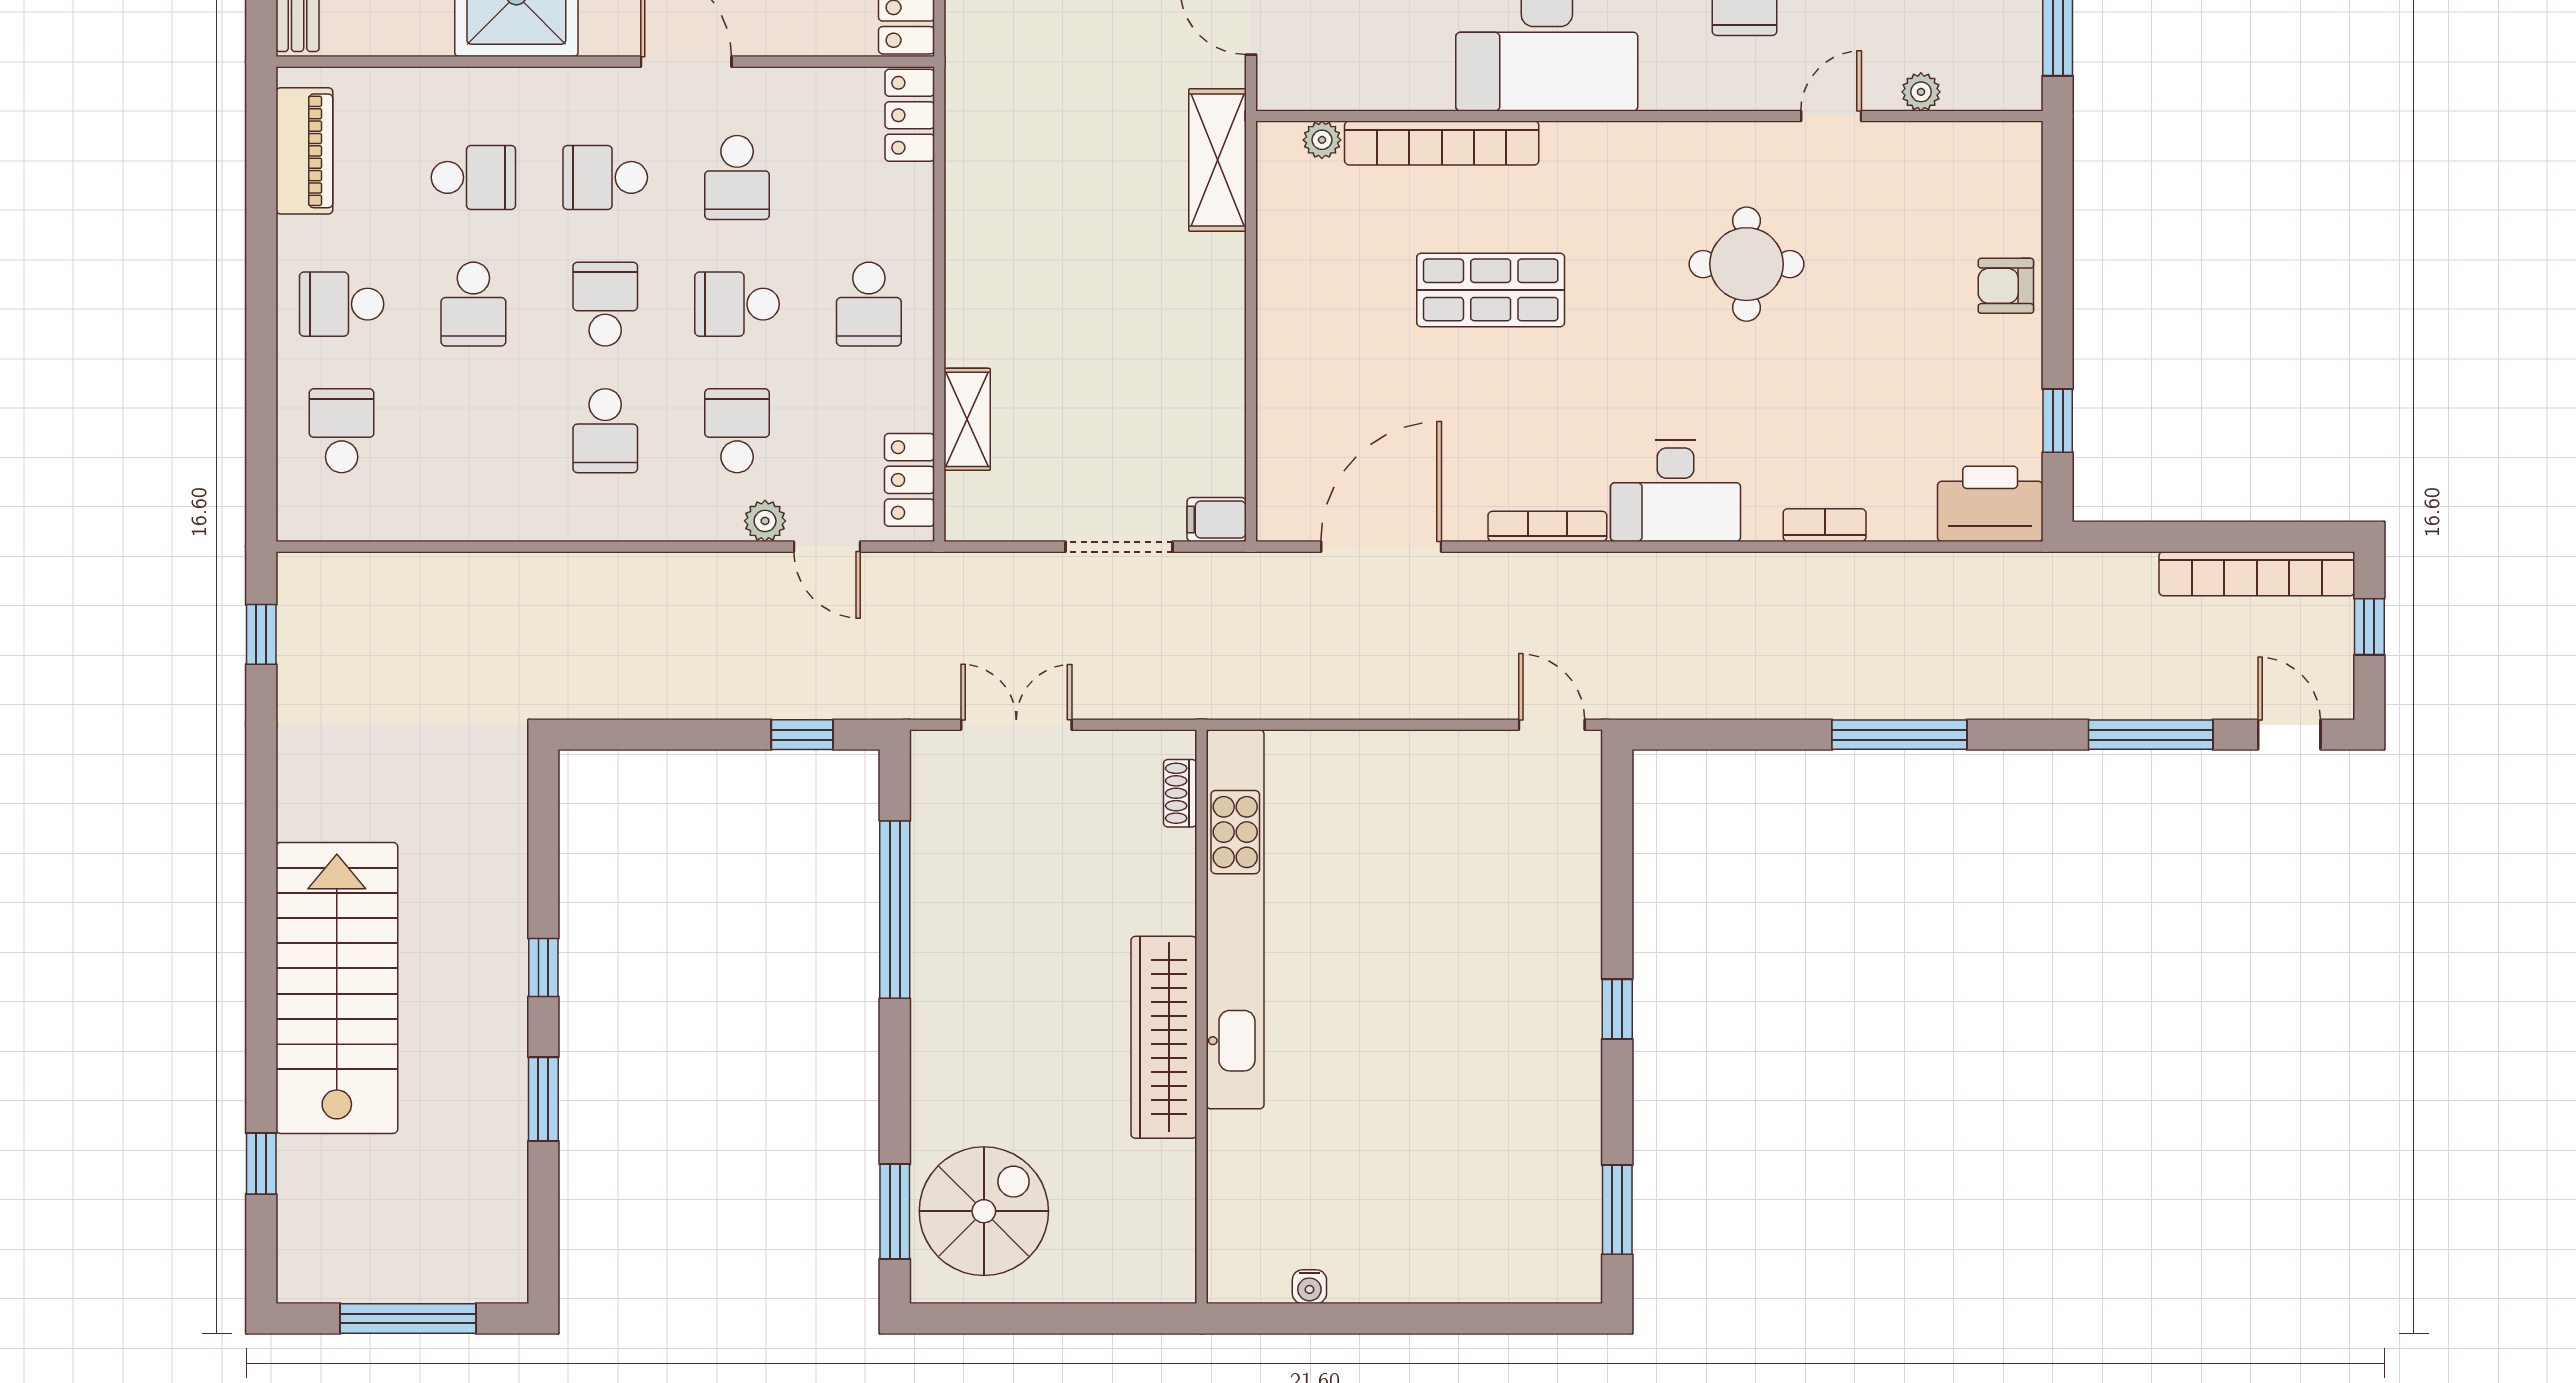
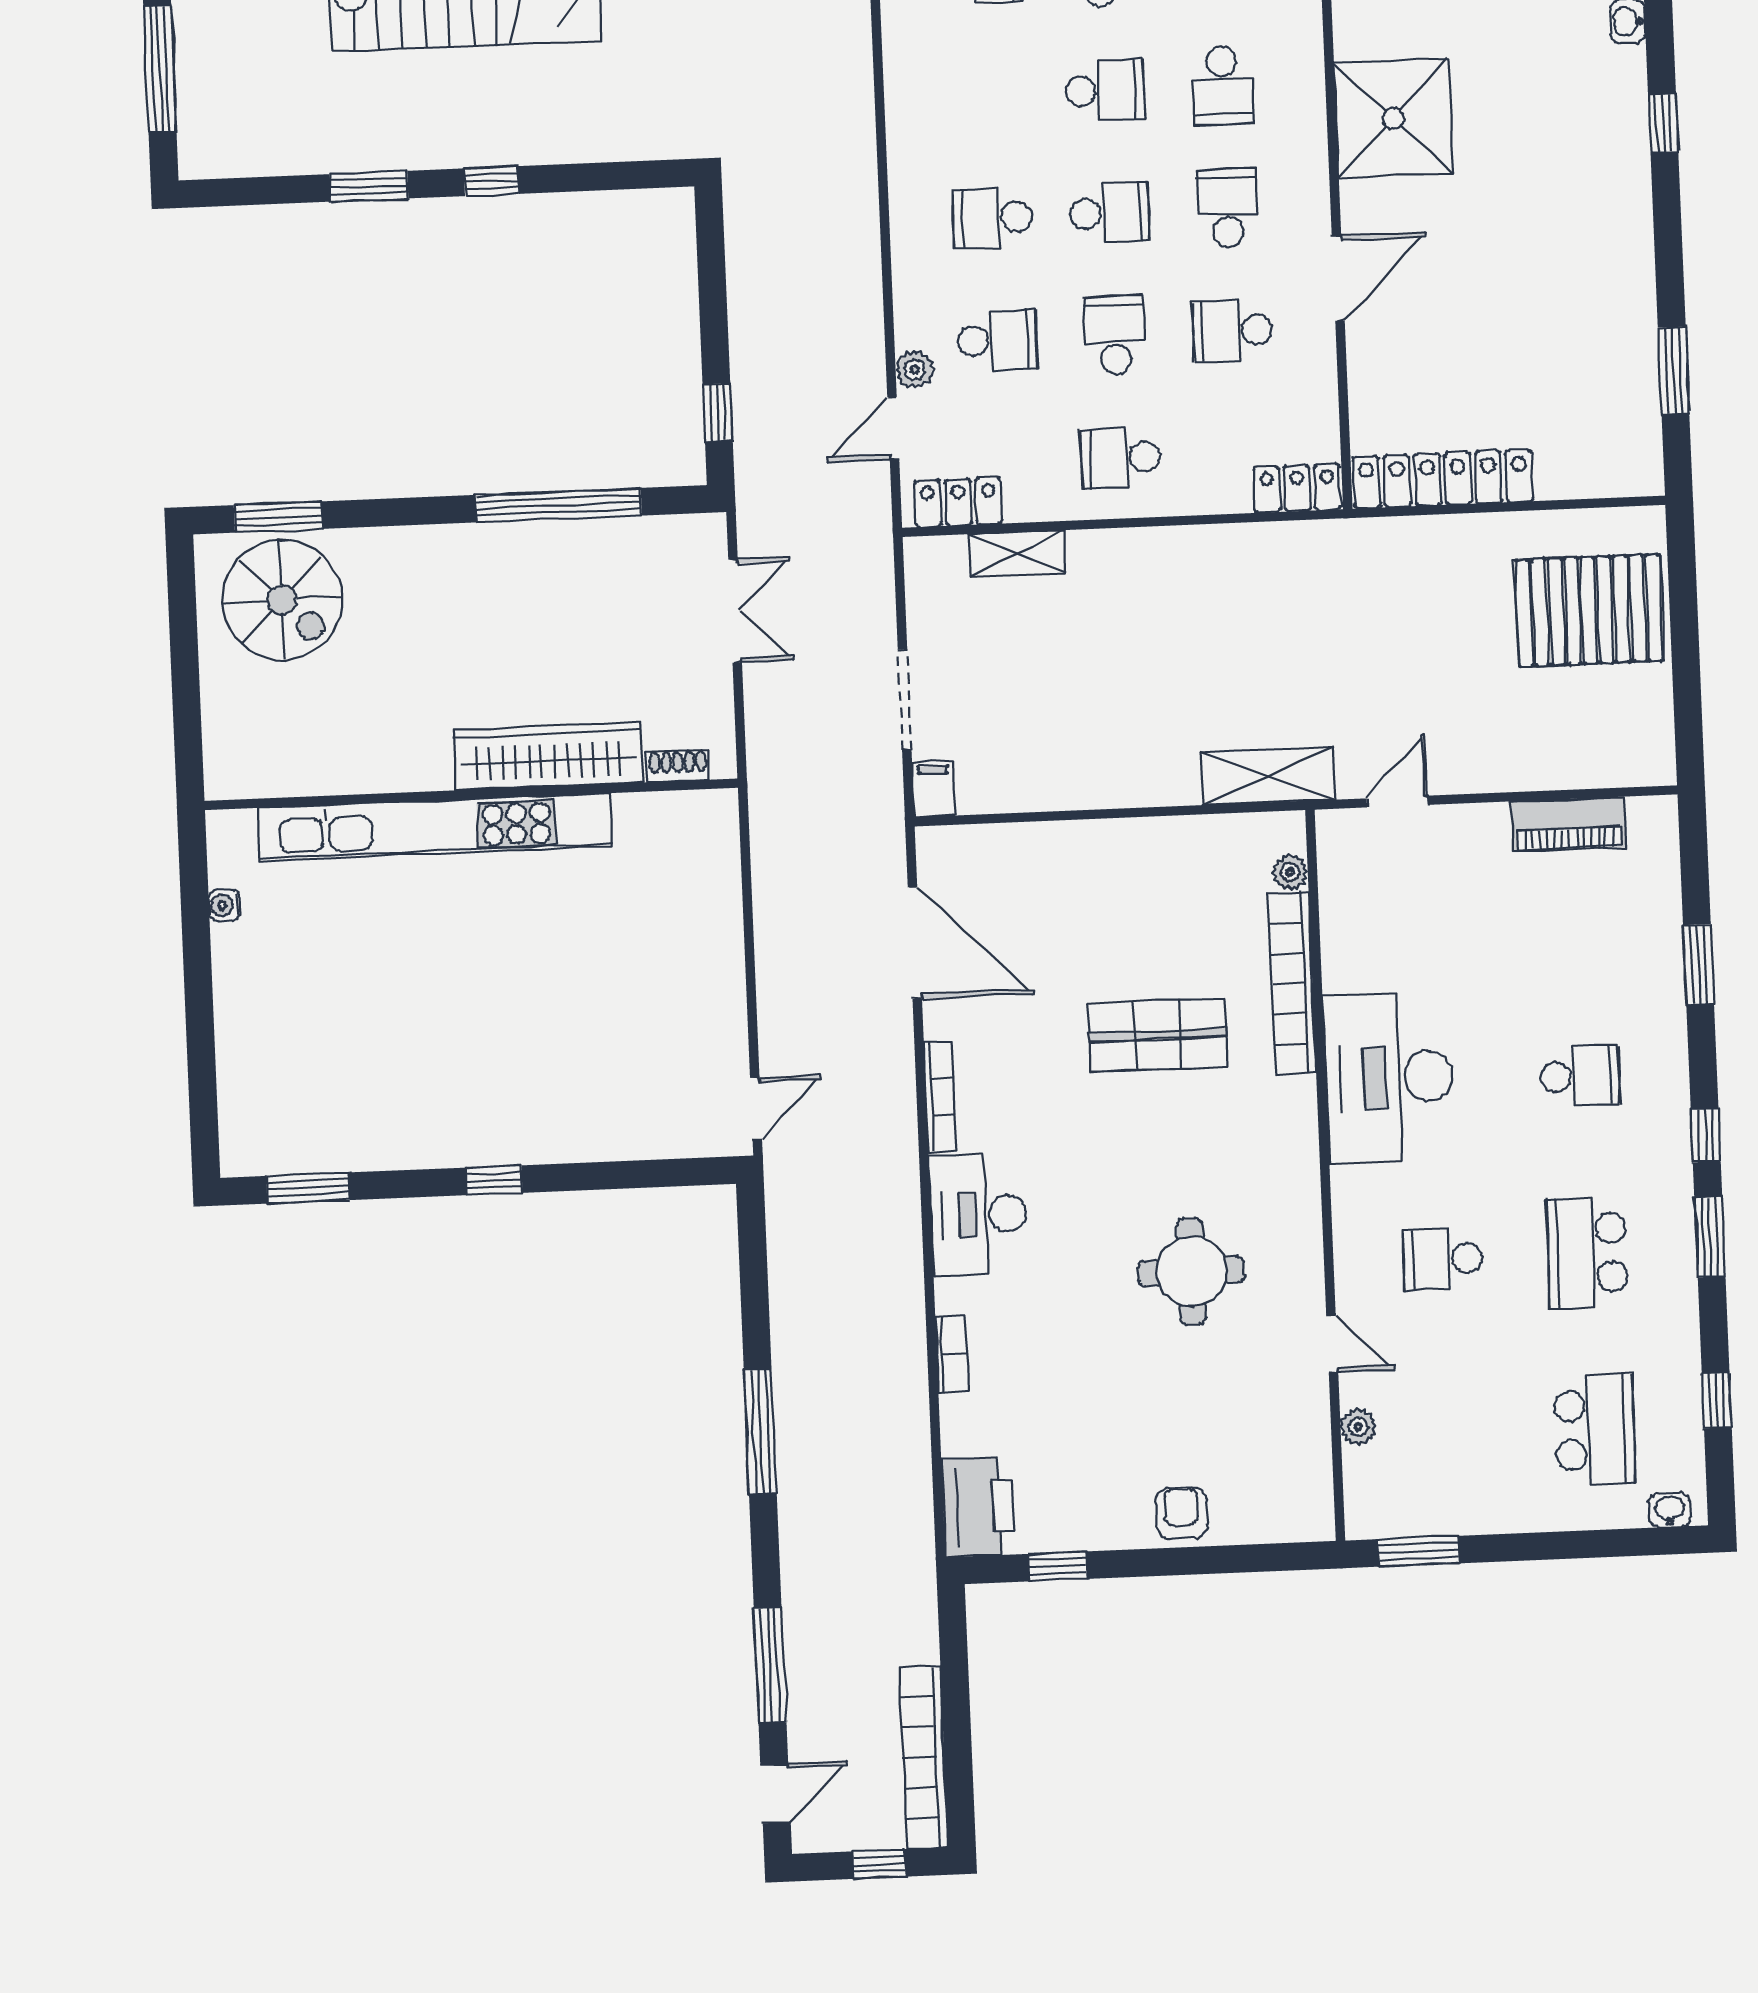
shop shelf: (1491, 290) -> (1157, 1035), turned 90
school desk: (473, 304) -> (1105, 90), turned 180
kitchen unit: (1235, 919) -> (435, 827), moved
wardrobe: (1164, 1037) -> (548, 756), moved

